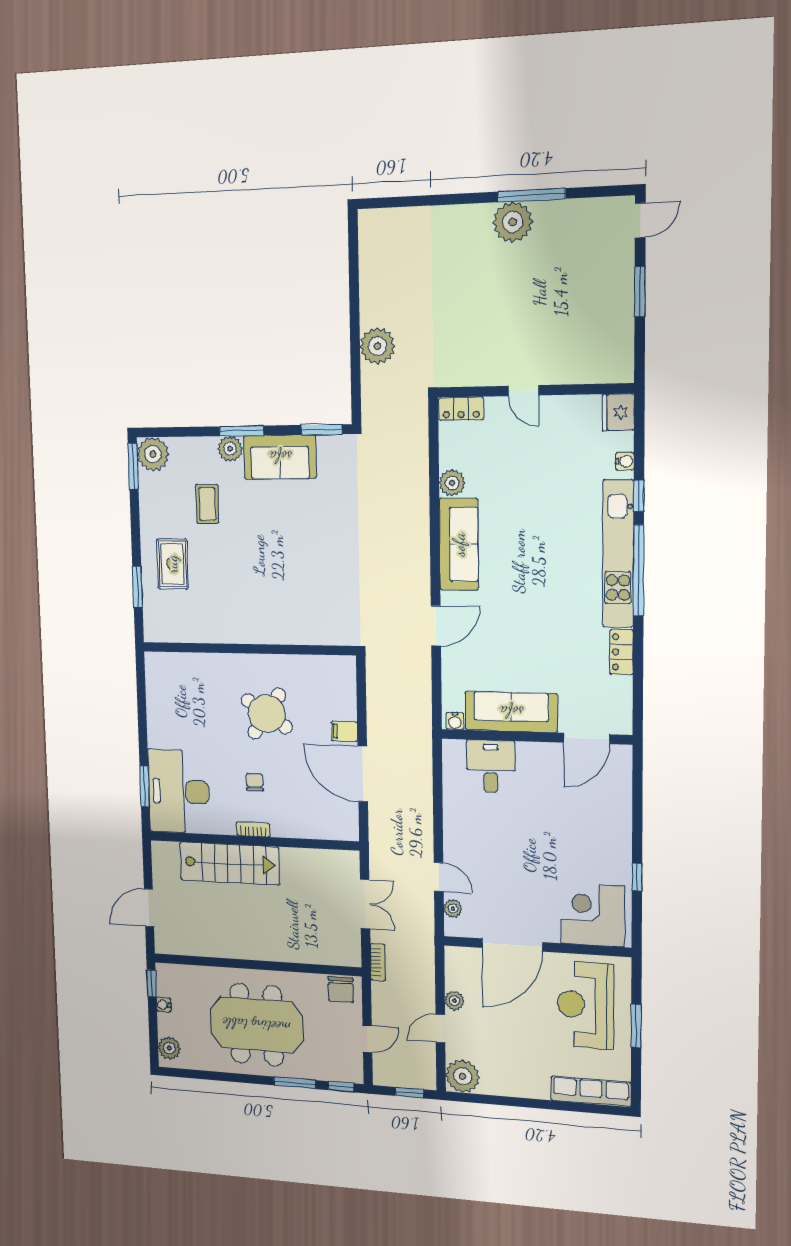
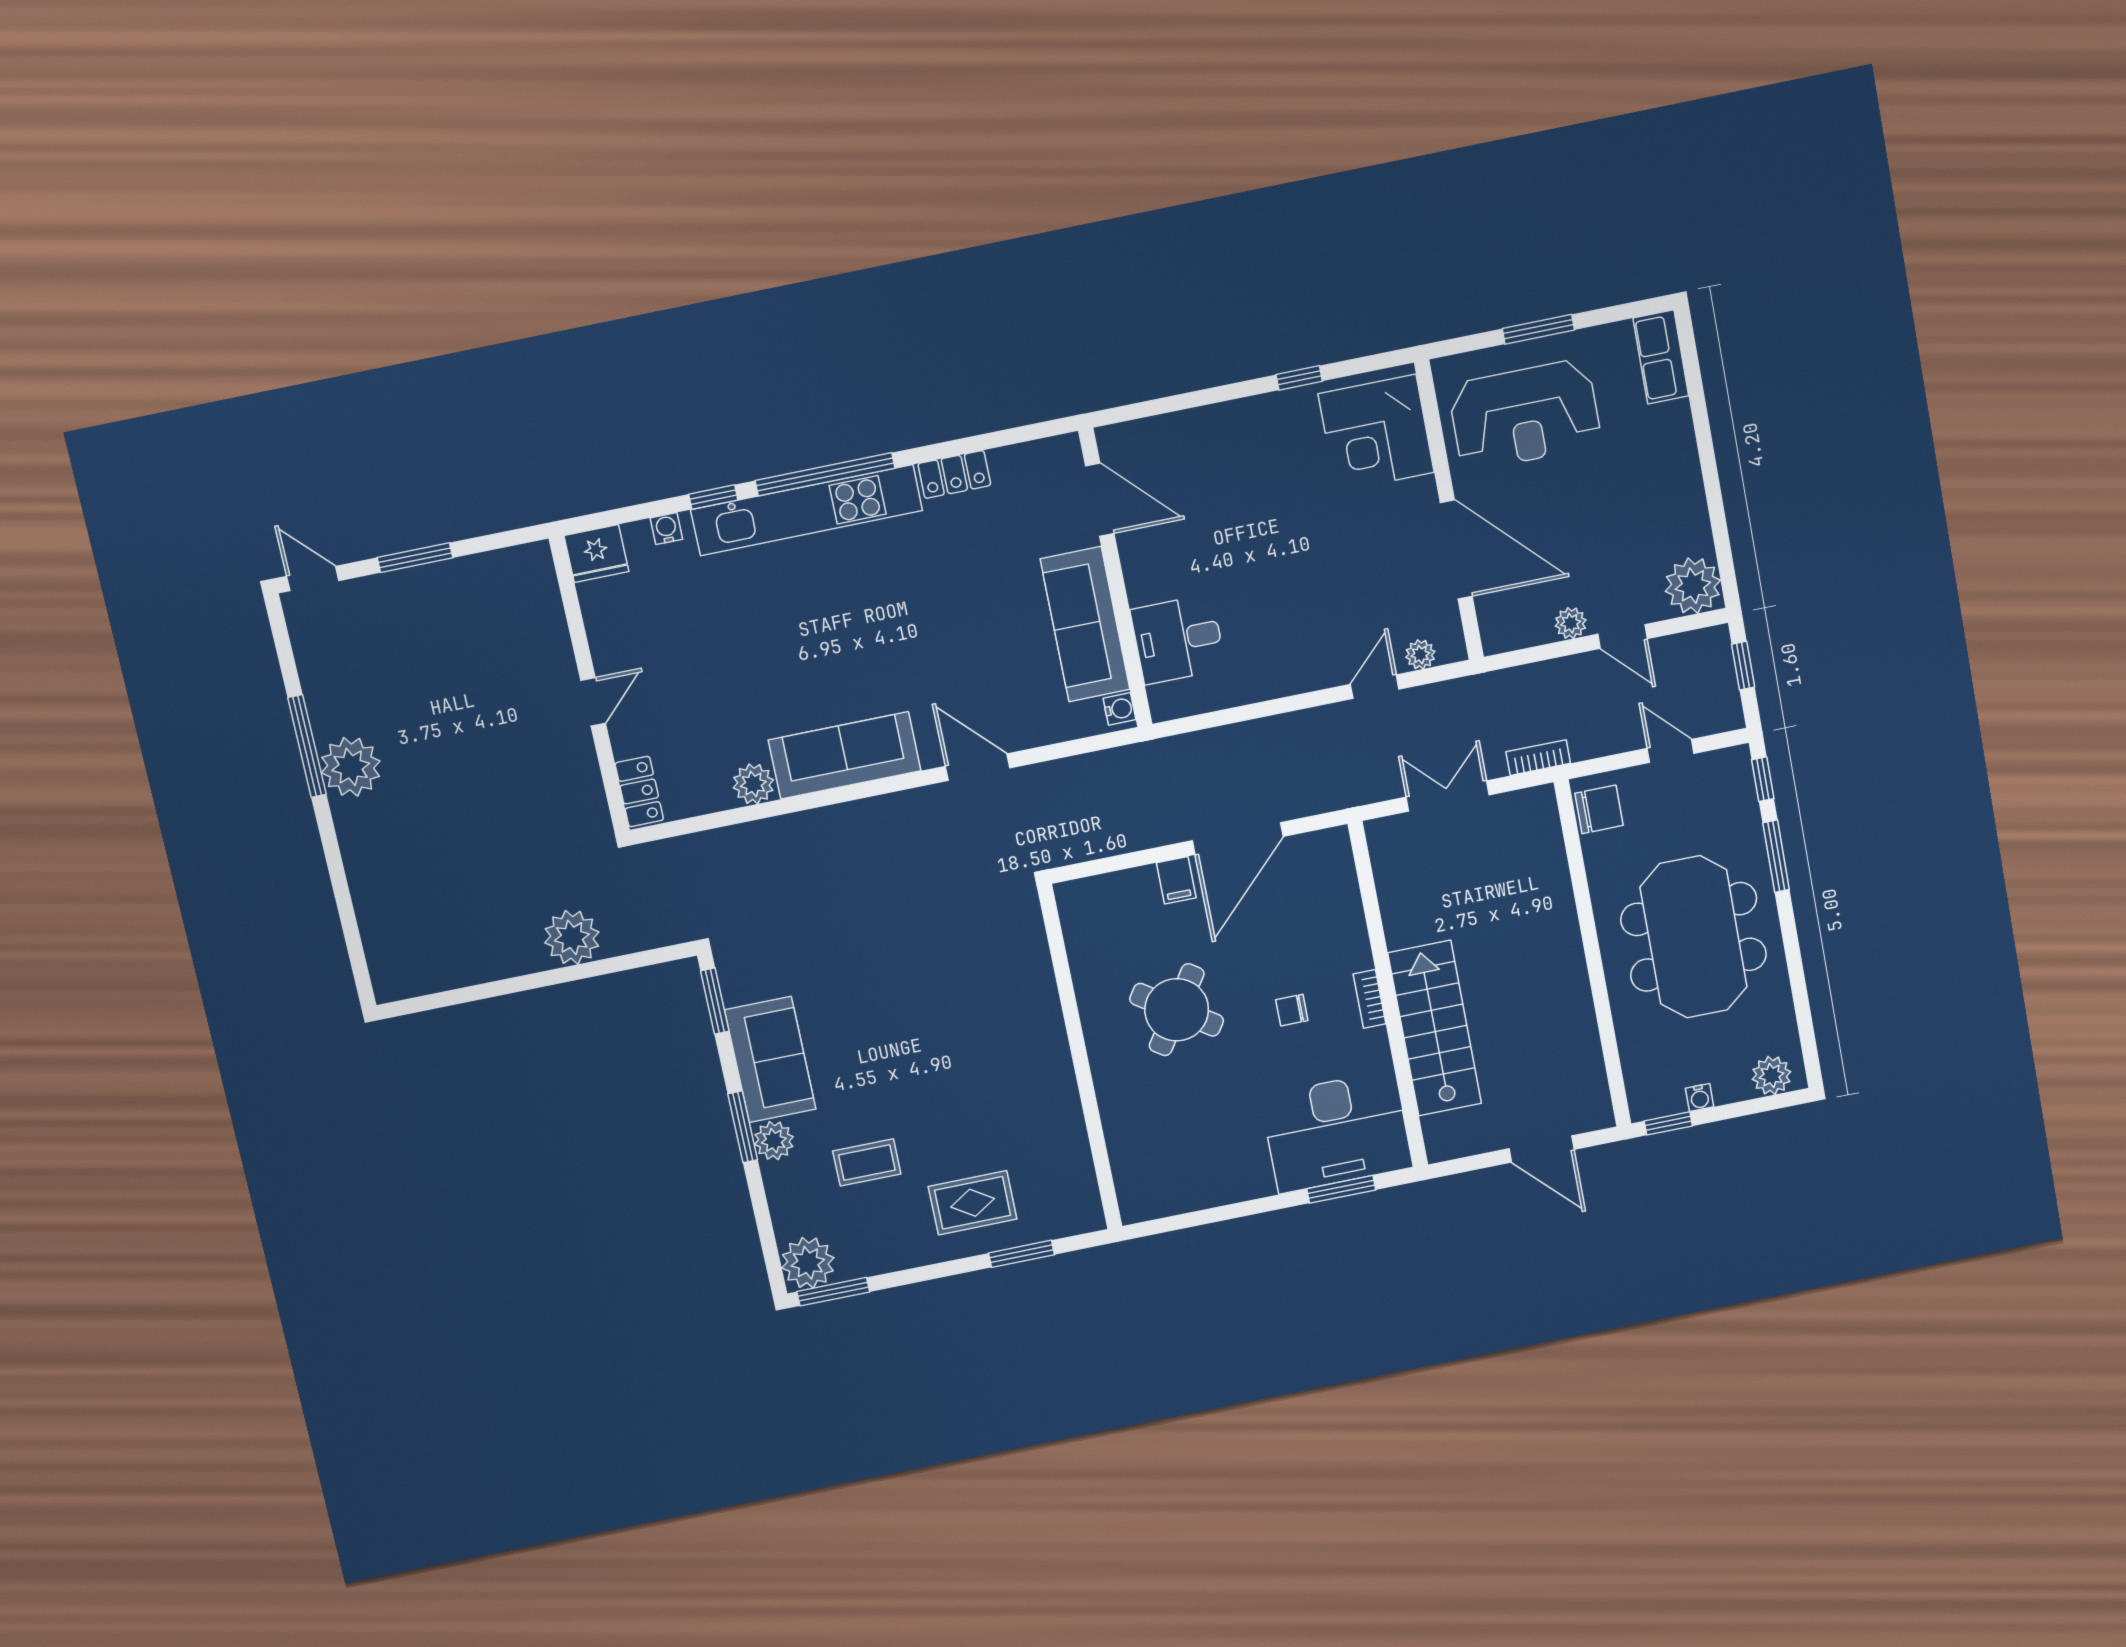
row of seats: (591, 1091) -> (1661, 357), width x0.68

